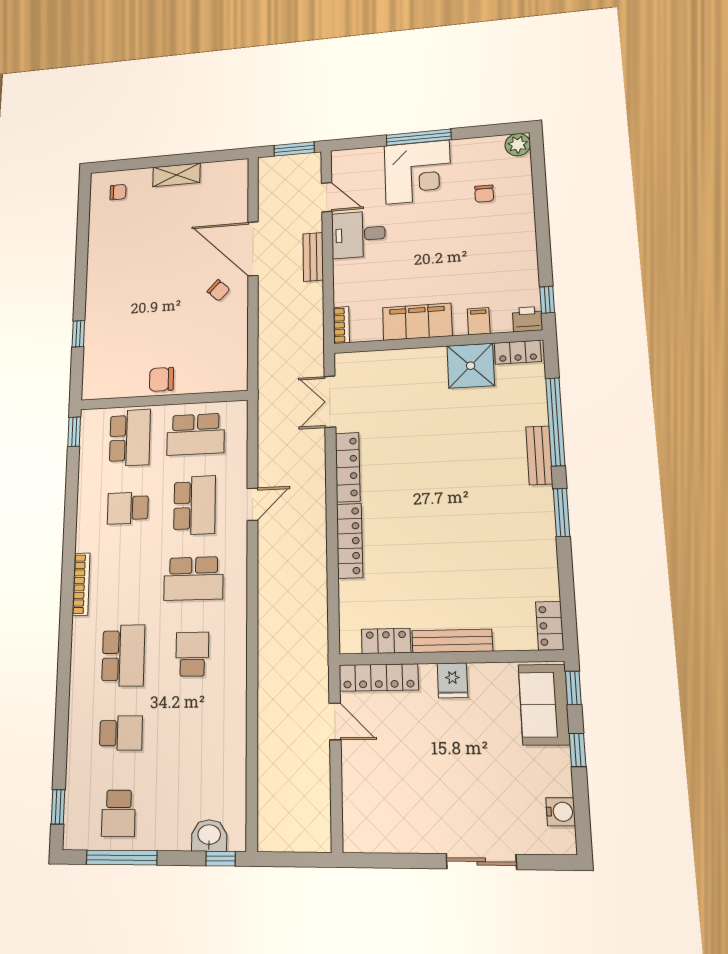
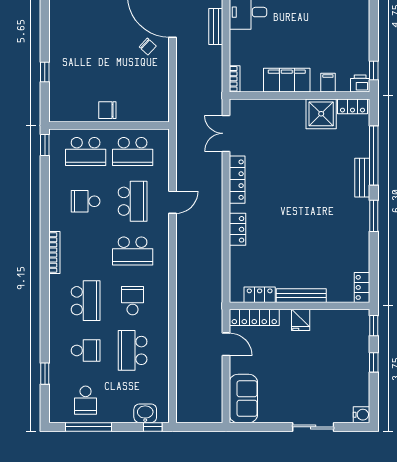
school desk: (130, 438) -> (86, 151), turned 90
locker: (350, 541) -> (237, 229), width x0.66
sofa: (544, 705) -> (243, 399), moved, turned 180
school desk: (191, 732) -> (133, 350), added
window: (58, 807) -> (45, 374), moved
water cooler: (561, 812) -> (361, 415), moved

